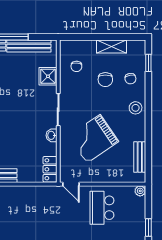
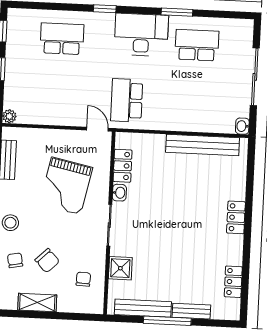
chair: (105, 80) -> (47, 261), turned 136
grand piano: (93, 139) -> (66, 186), turned 136
locker: (50, 169) -> (123, 166), moved
school desk: (102, 208) -> (127, 100), moved, turned 180

